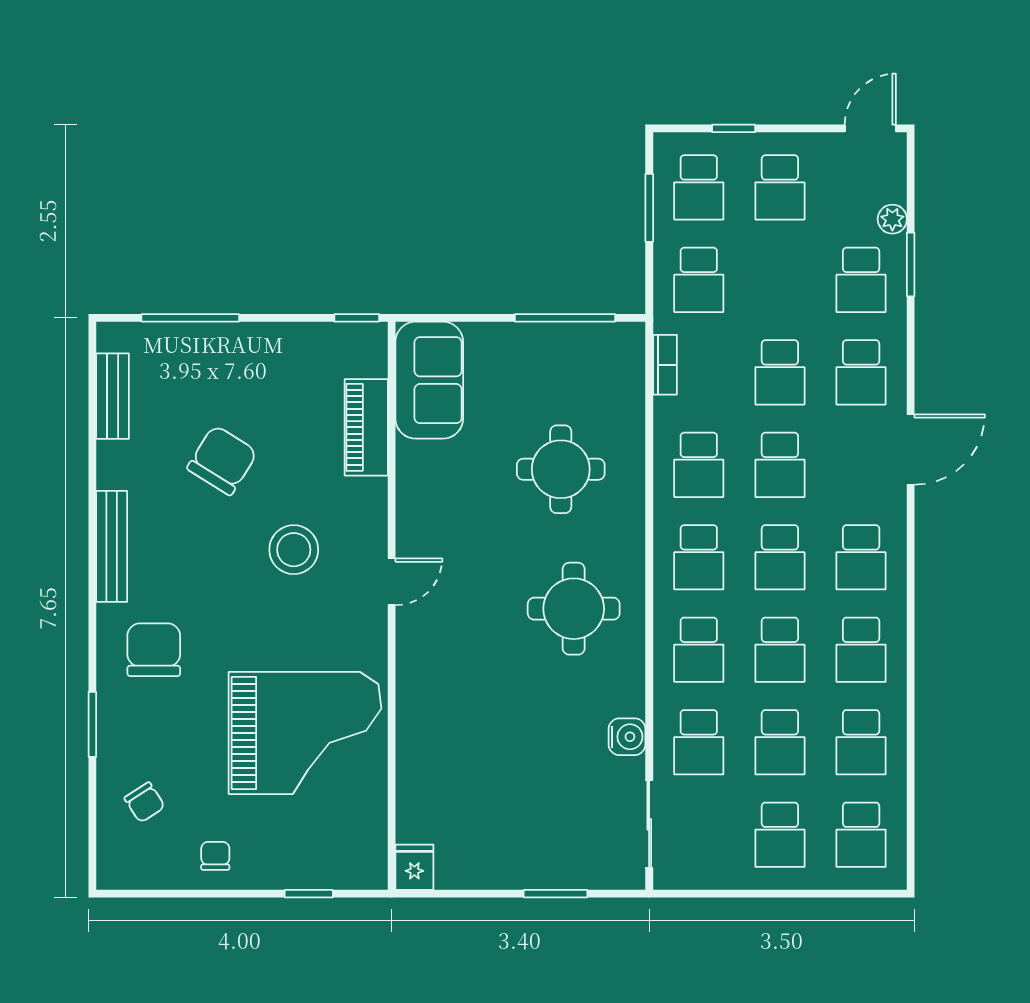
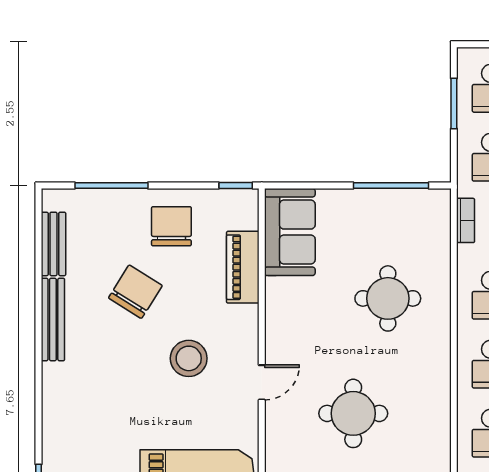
bench: (112, 546) -> (53, 319), moved
round table: (574, 609) -> (353, 413), moved
chair: (154, 650) -> (171, 226), moved

